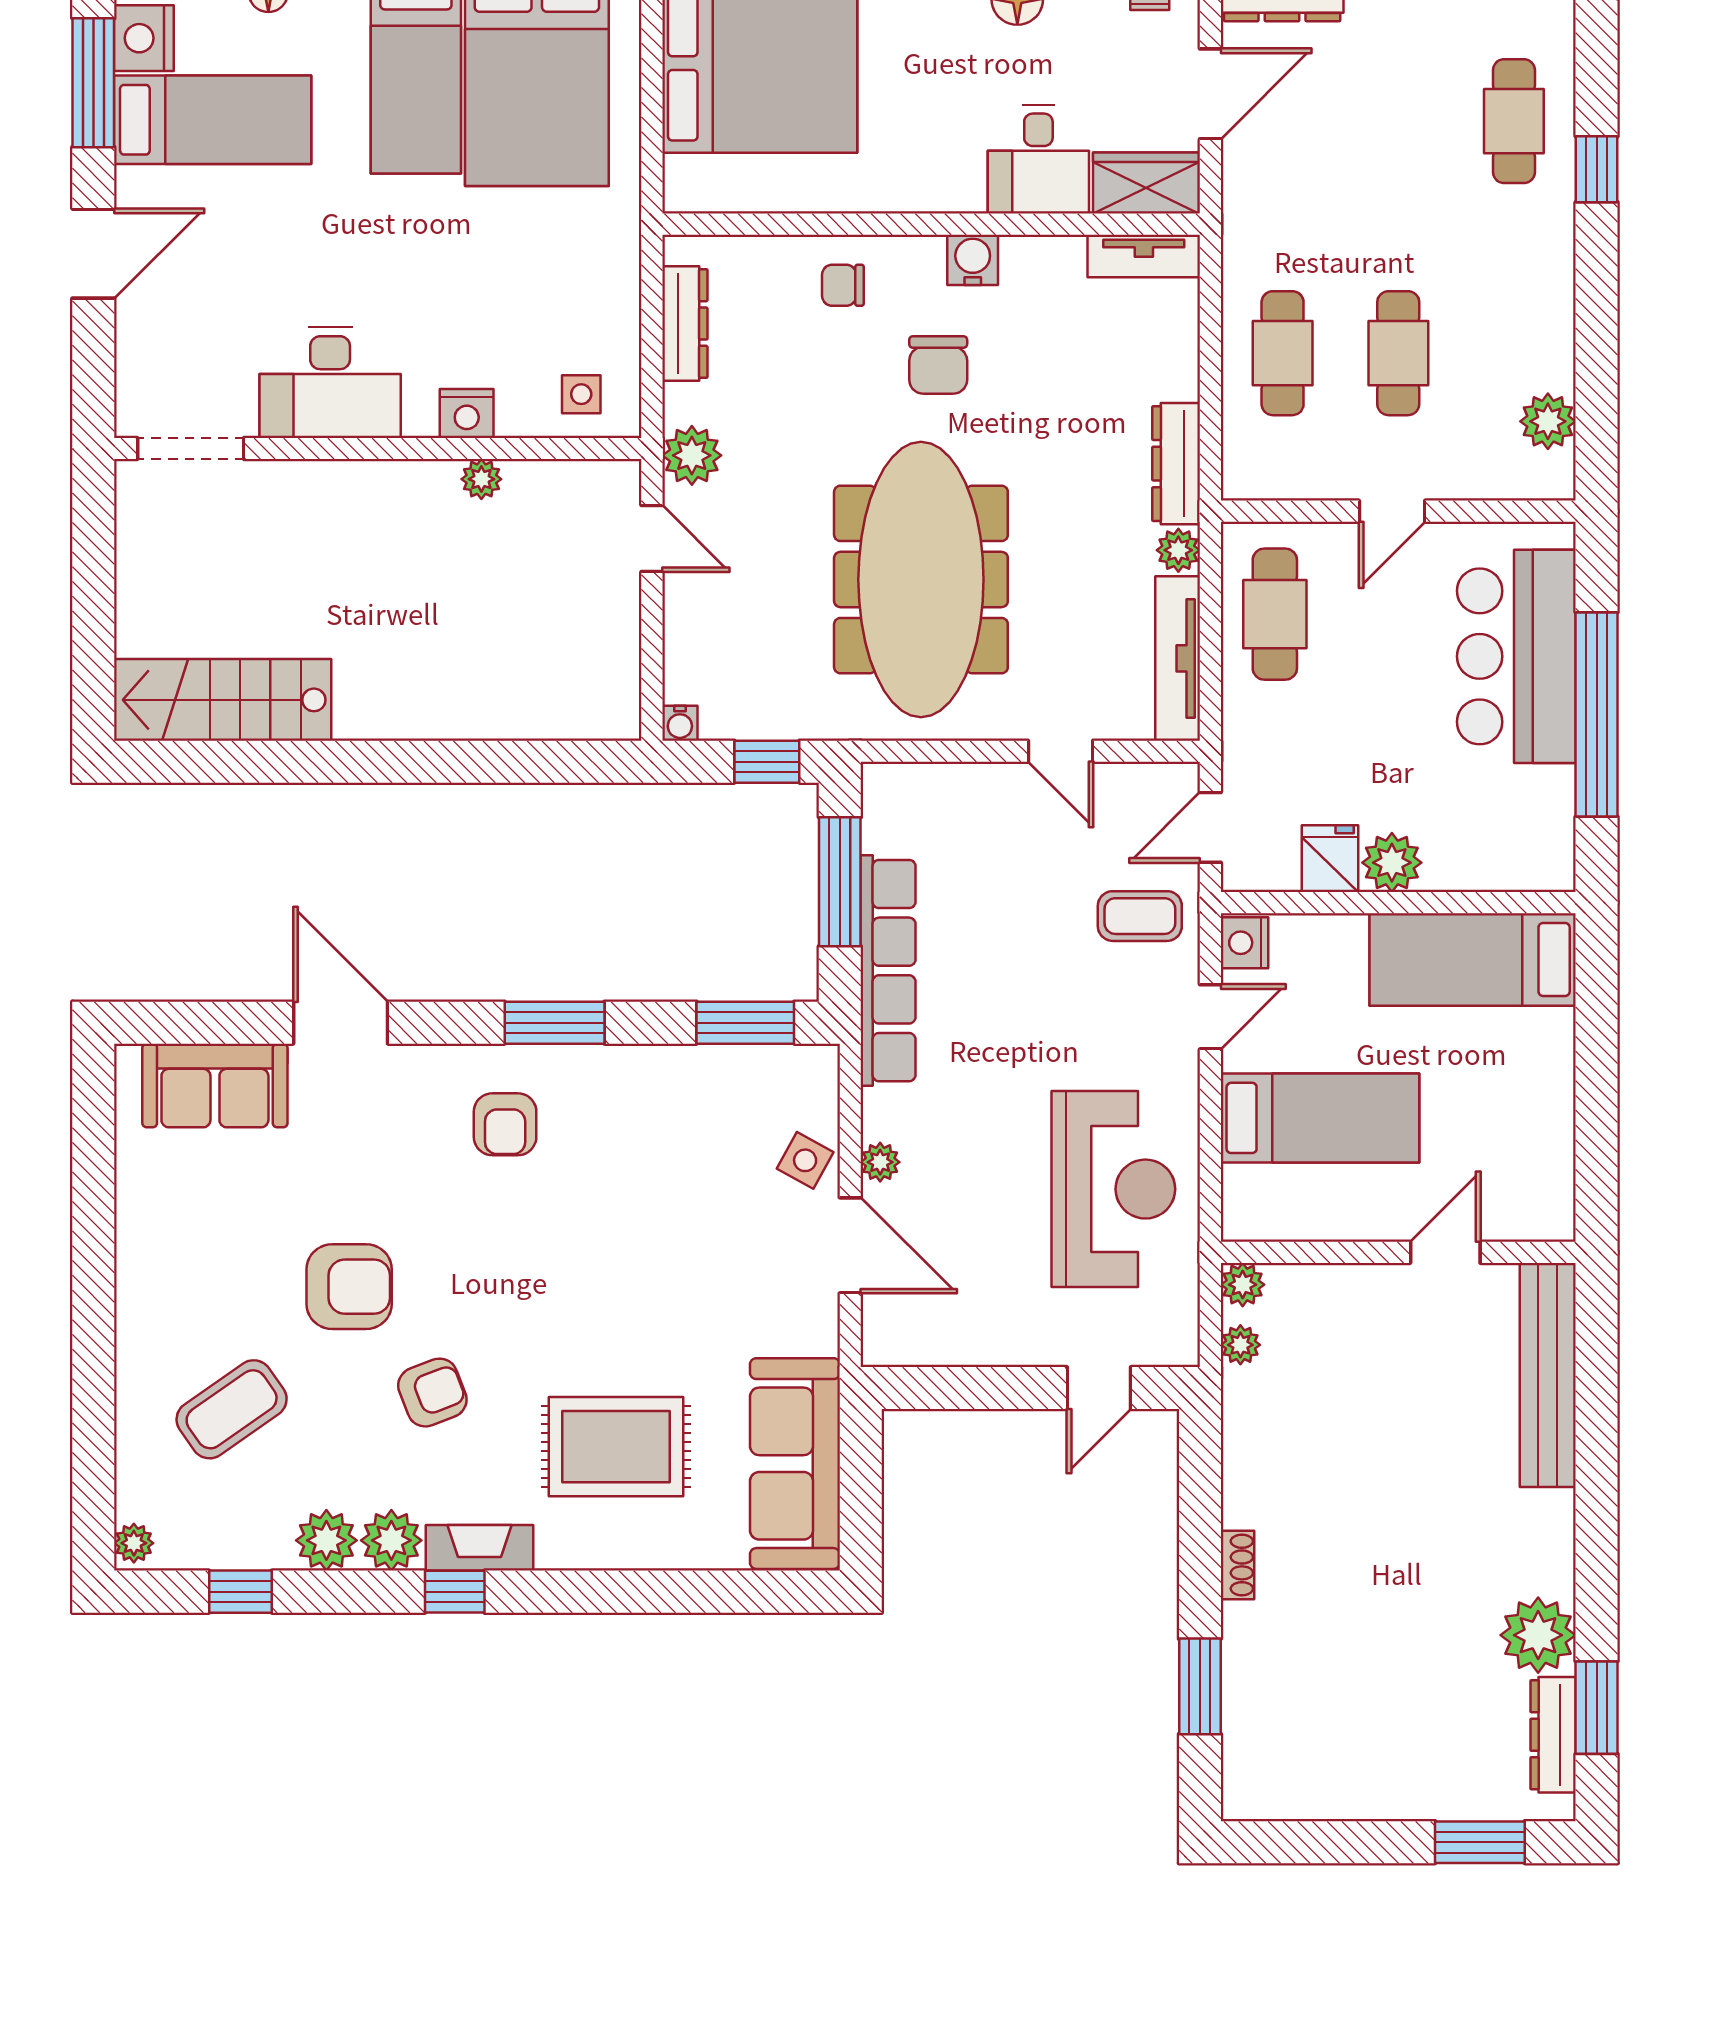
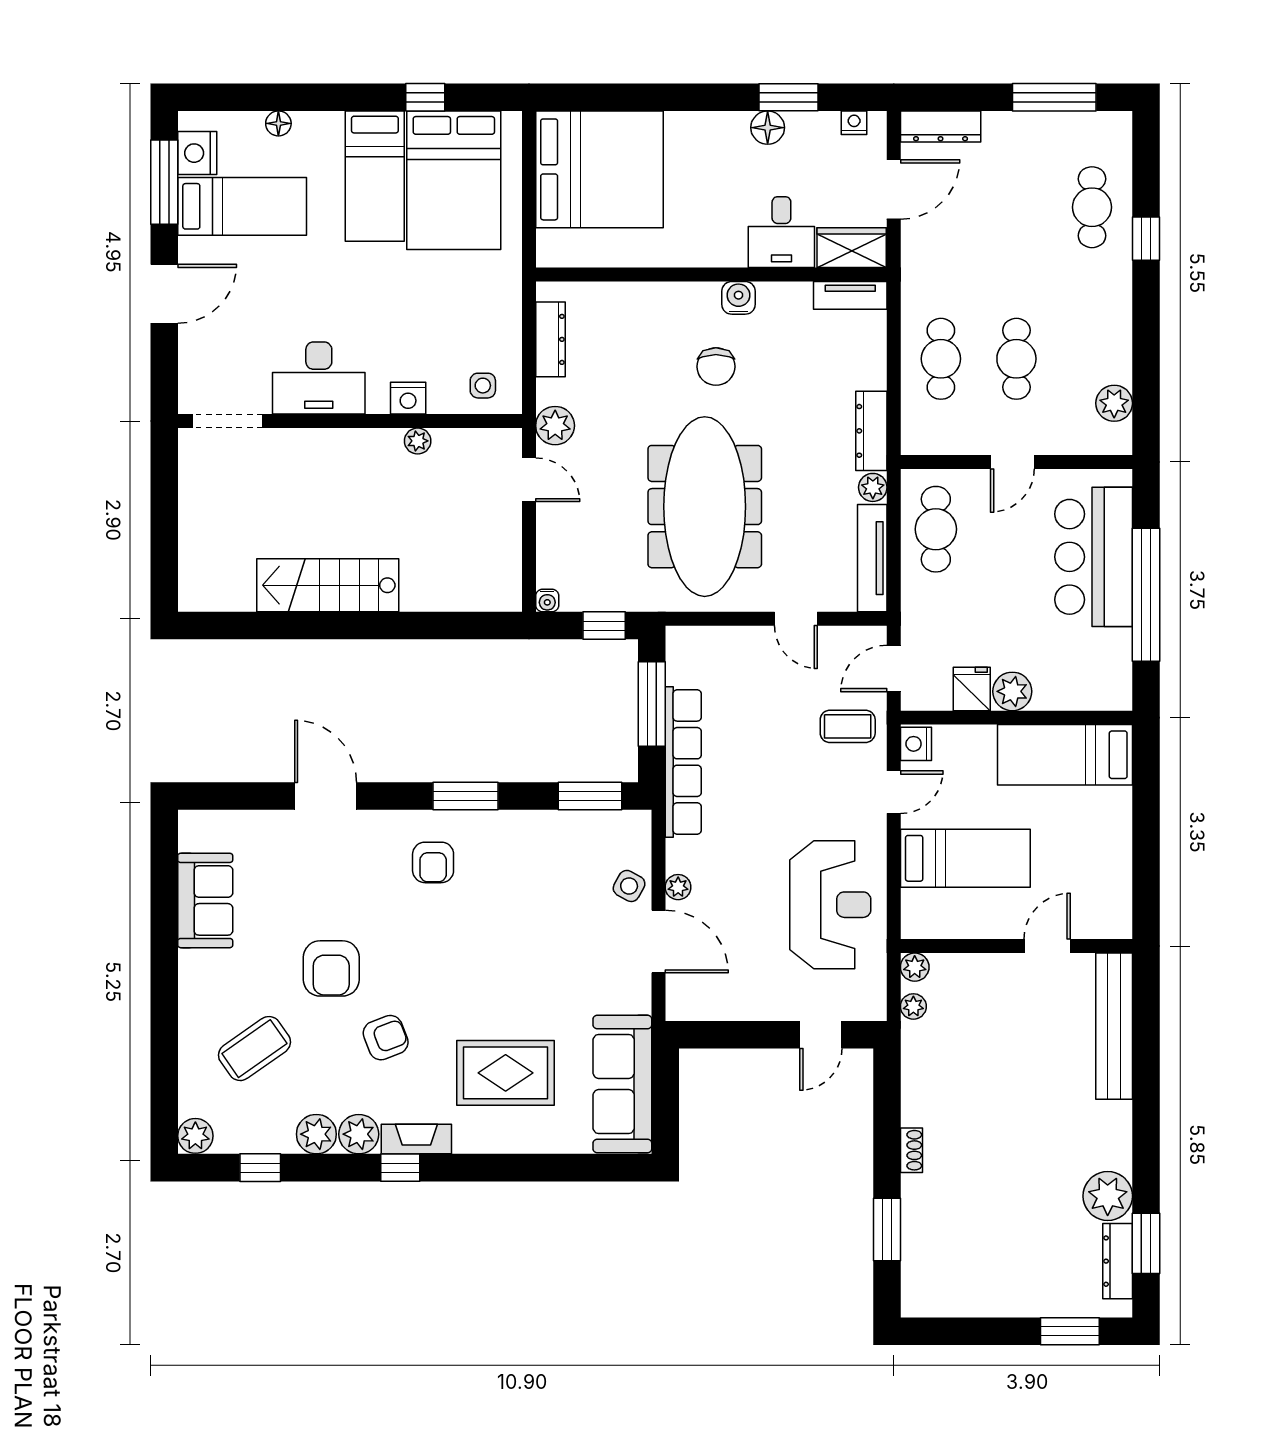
chair: (843, 285) -> (654, 314), removed
stairs: (223, 700) -> (328, 585), moved
sofa: (215, 1085) -> (205, 900), moved, turned -90
armchair: (349, 1287) -> (331, 968), turned 90
plant: (134, 1543) -> (195, 1136), width x1.38, depth x1.38

